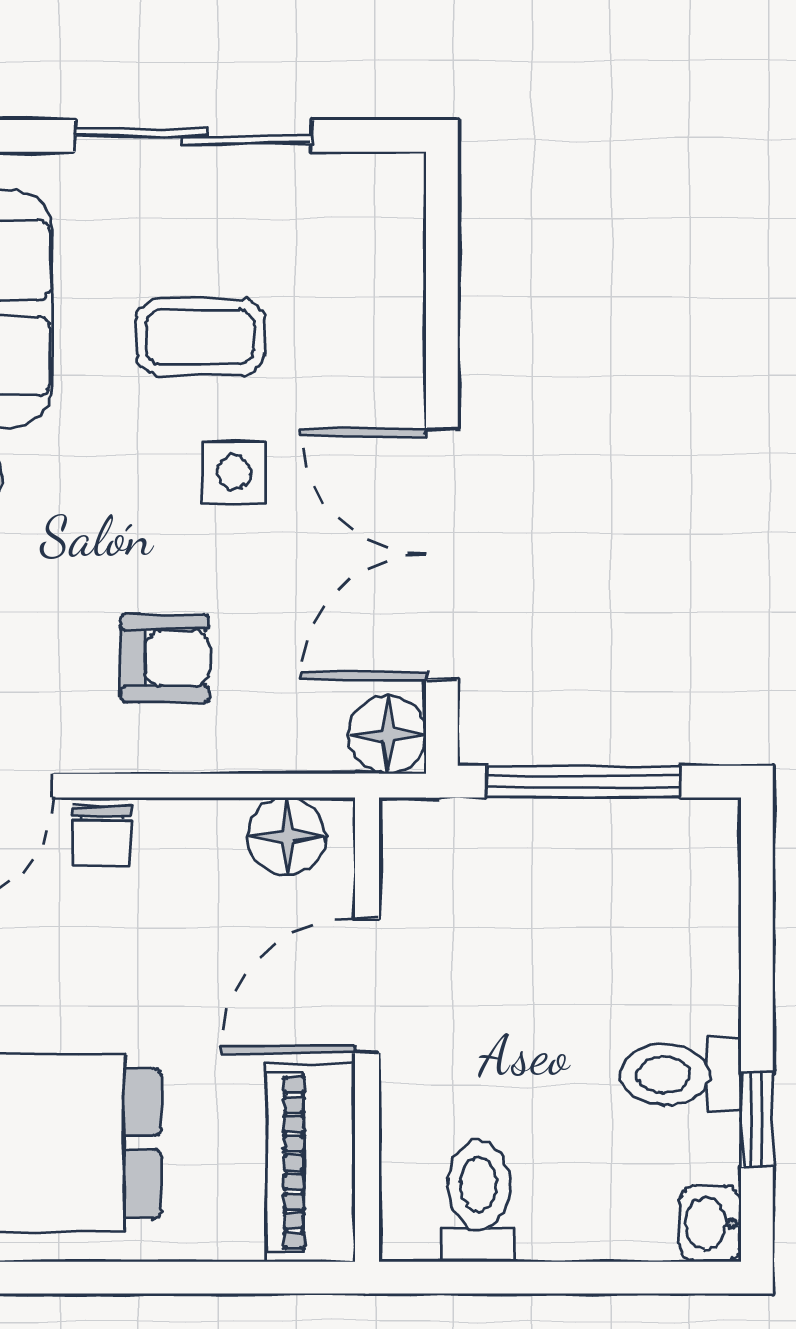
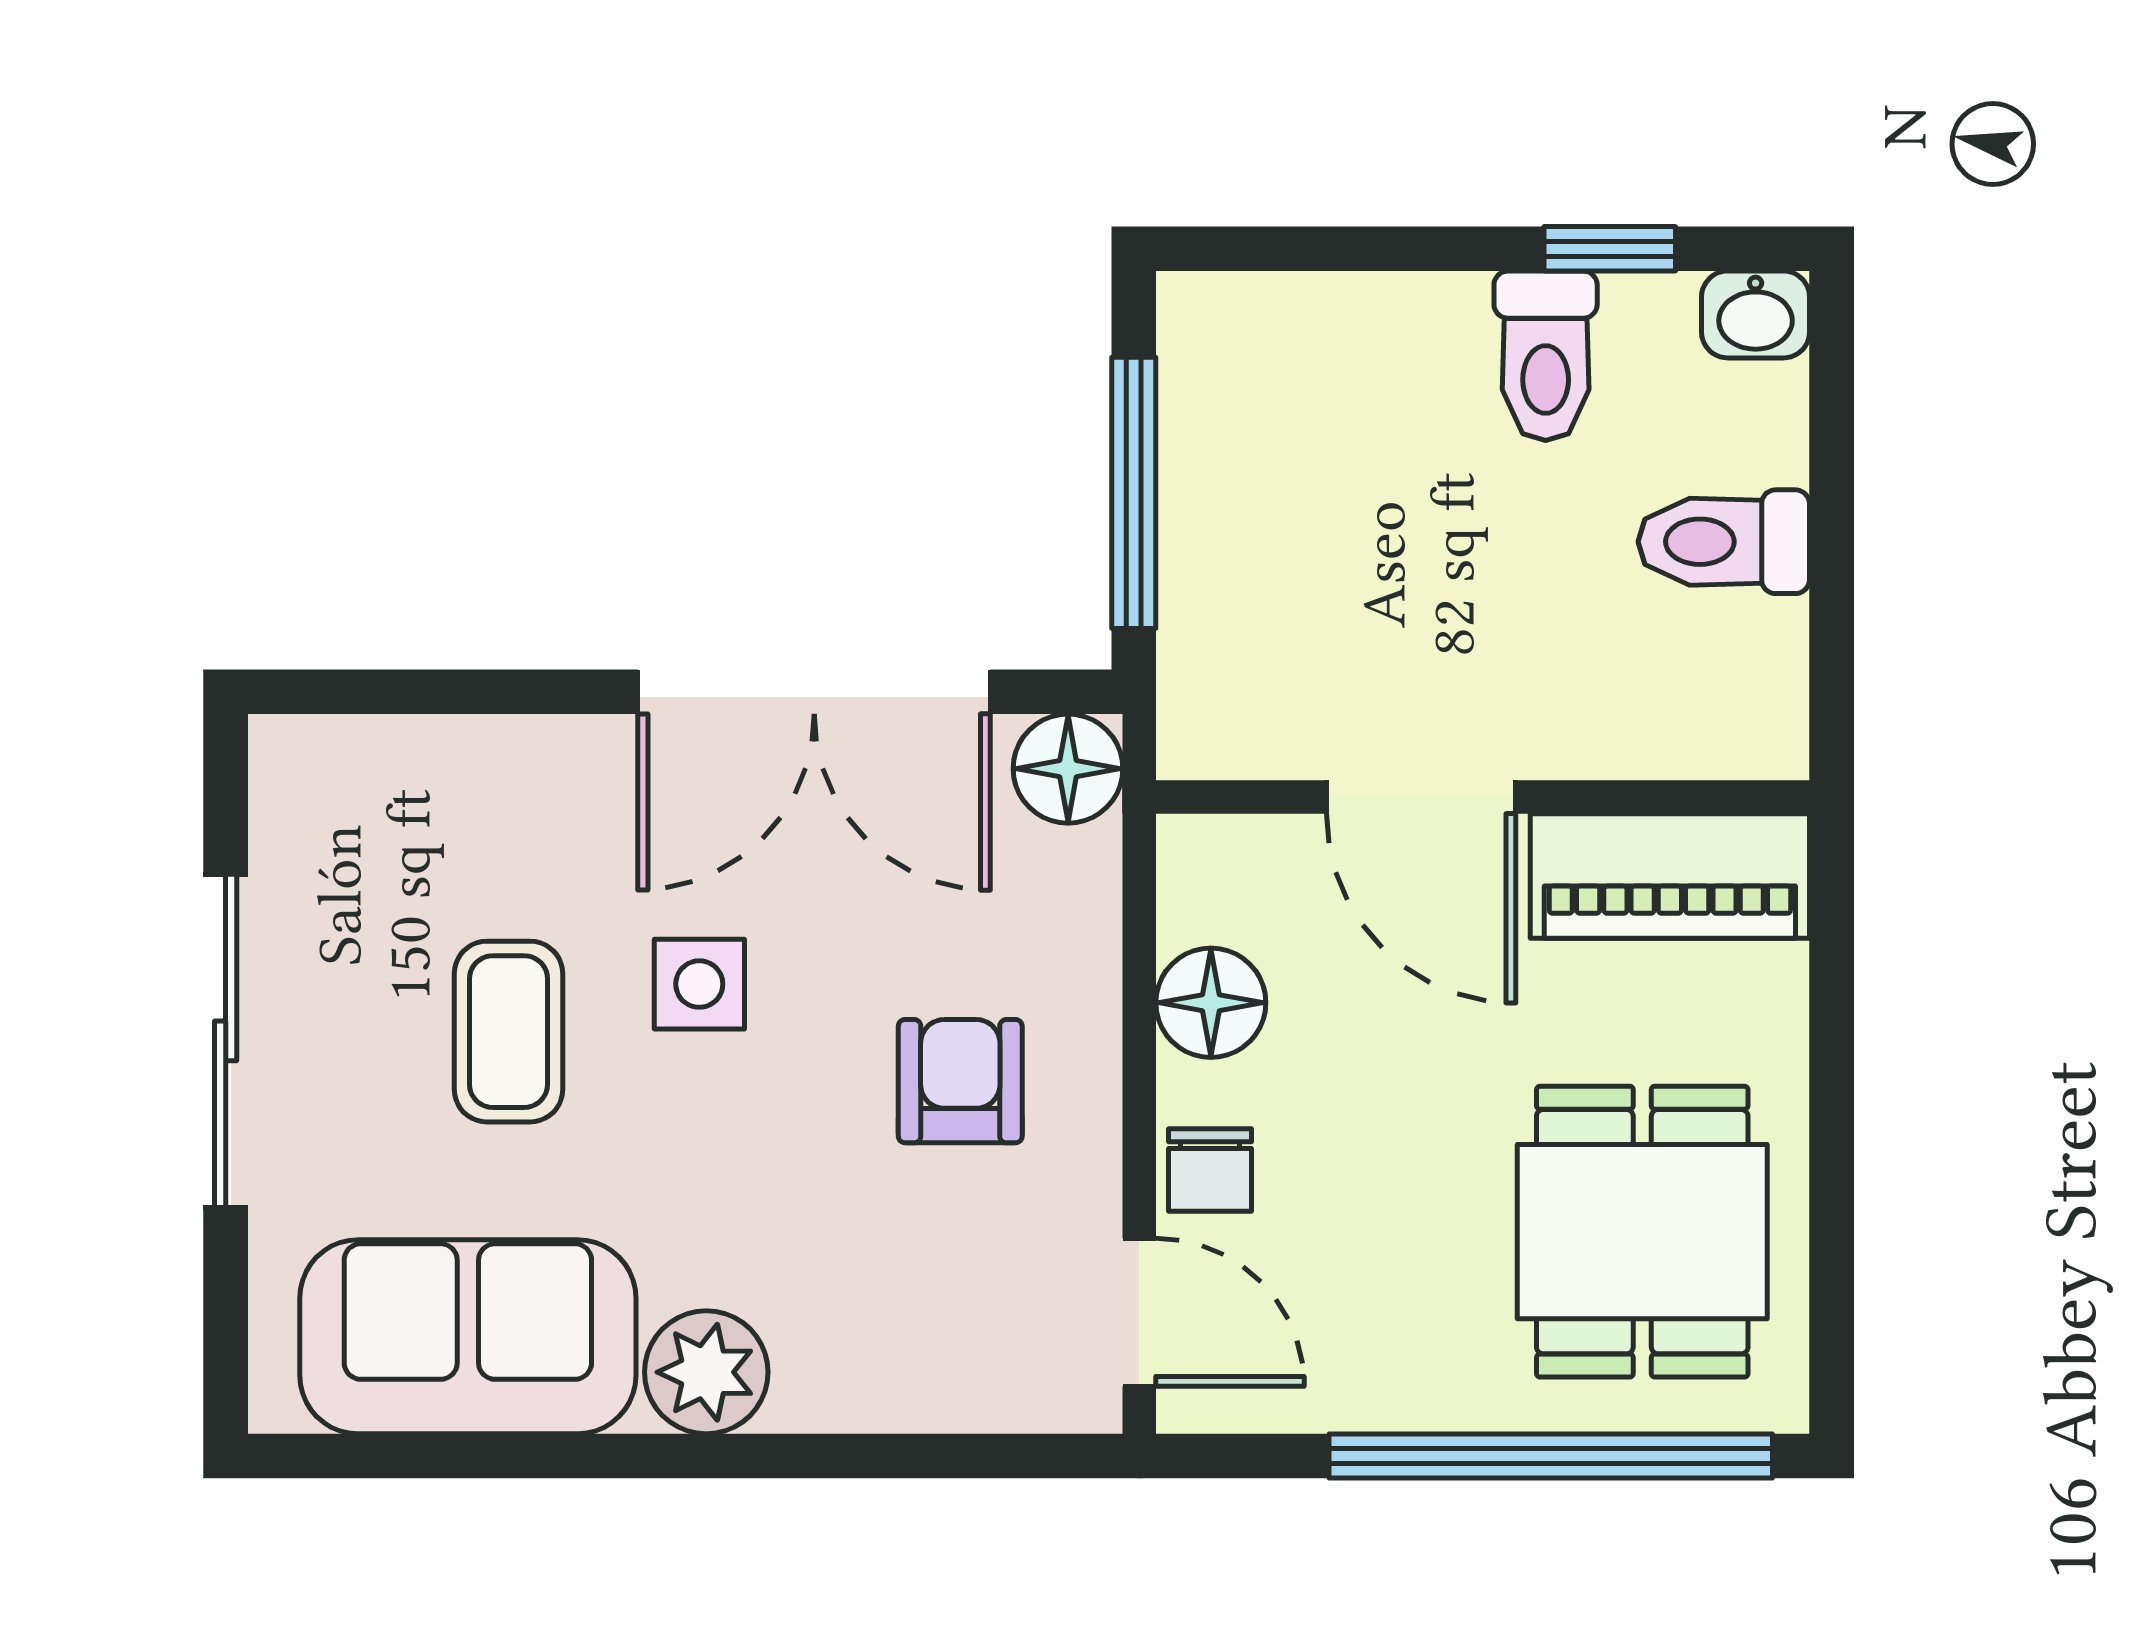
chair: (102, 836) -> (1210, 1170), turned 90
floor lamp: (287, 836) -> (1211, 1003), moved
toilet: (479, 1201) -> (1724, 542), moved

